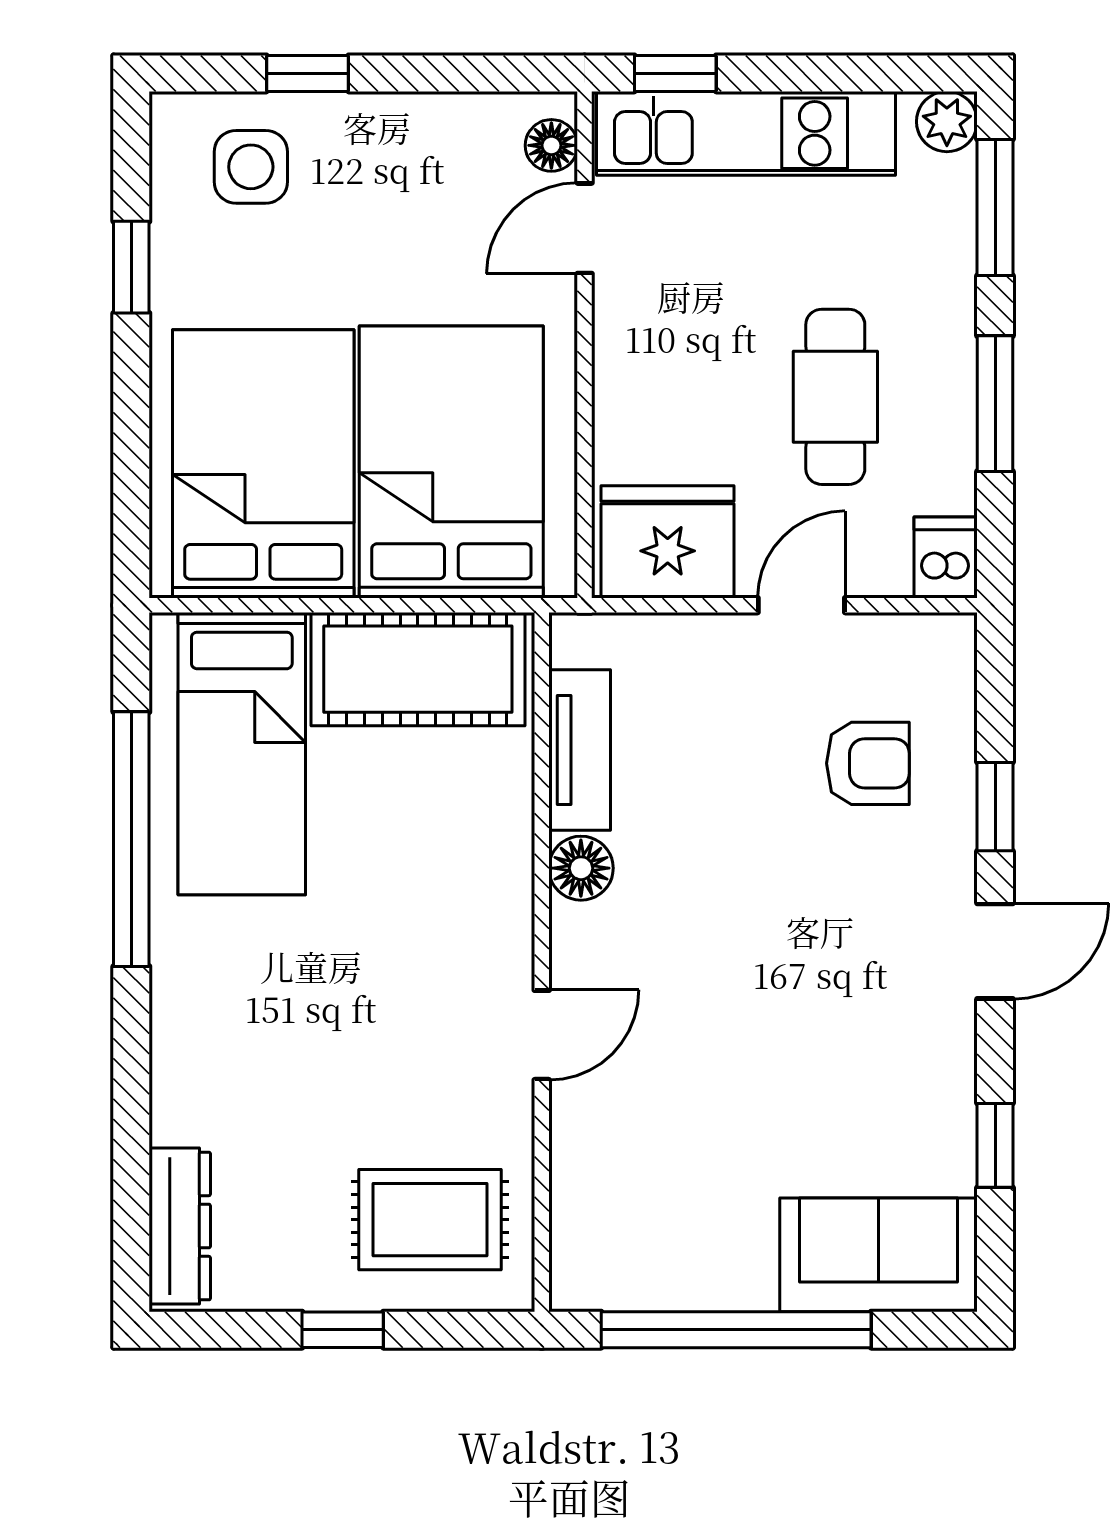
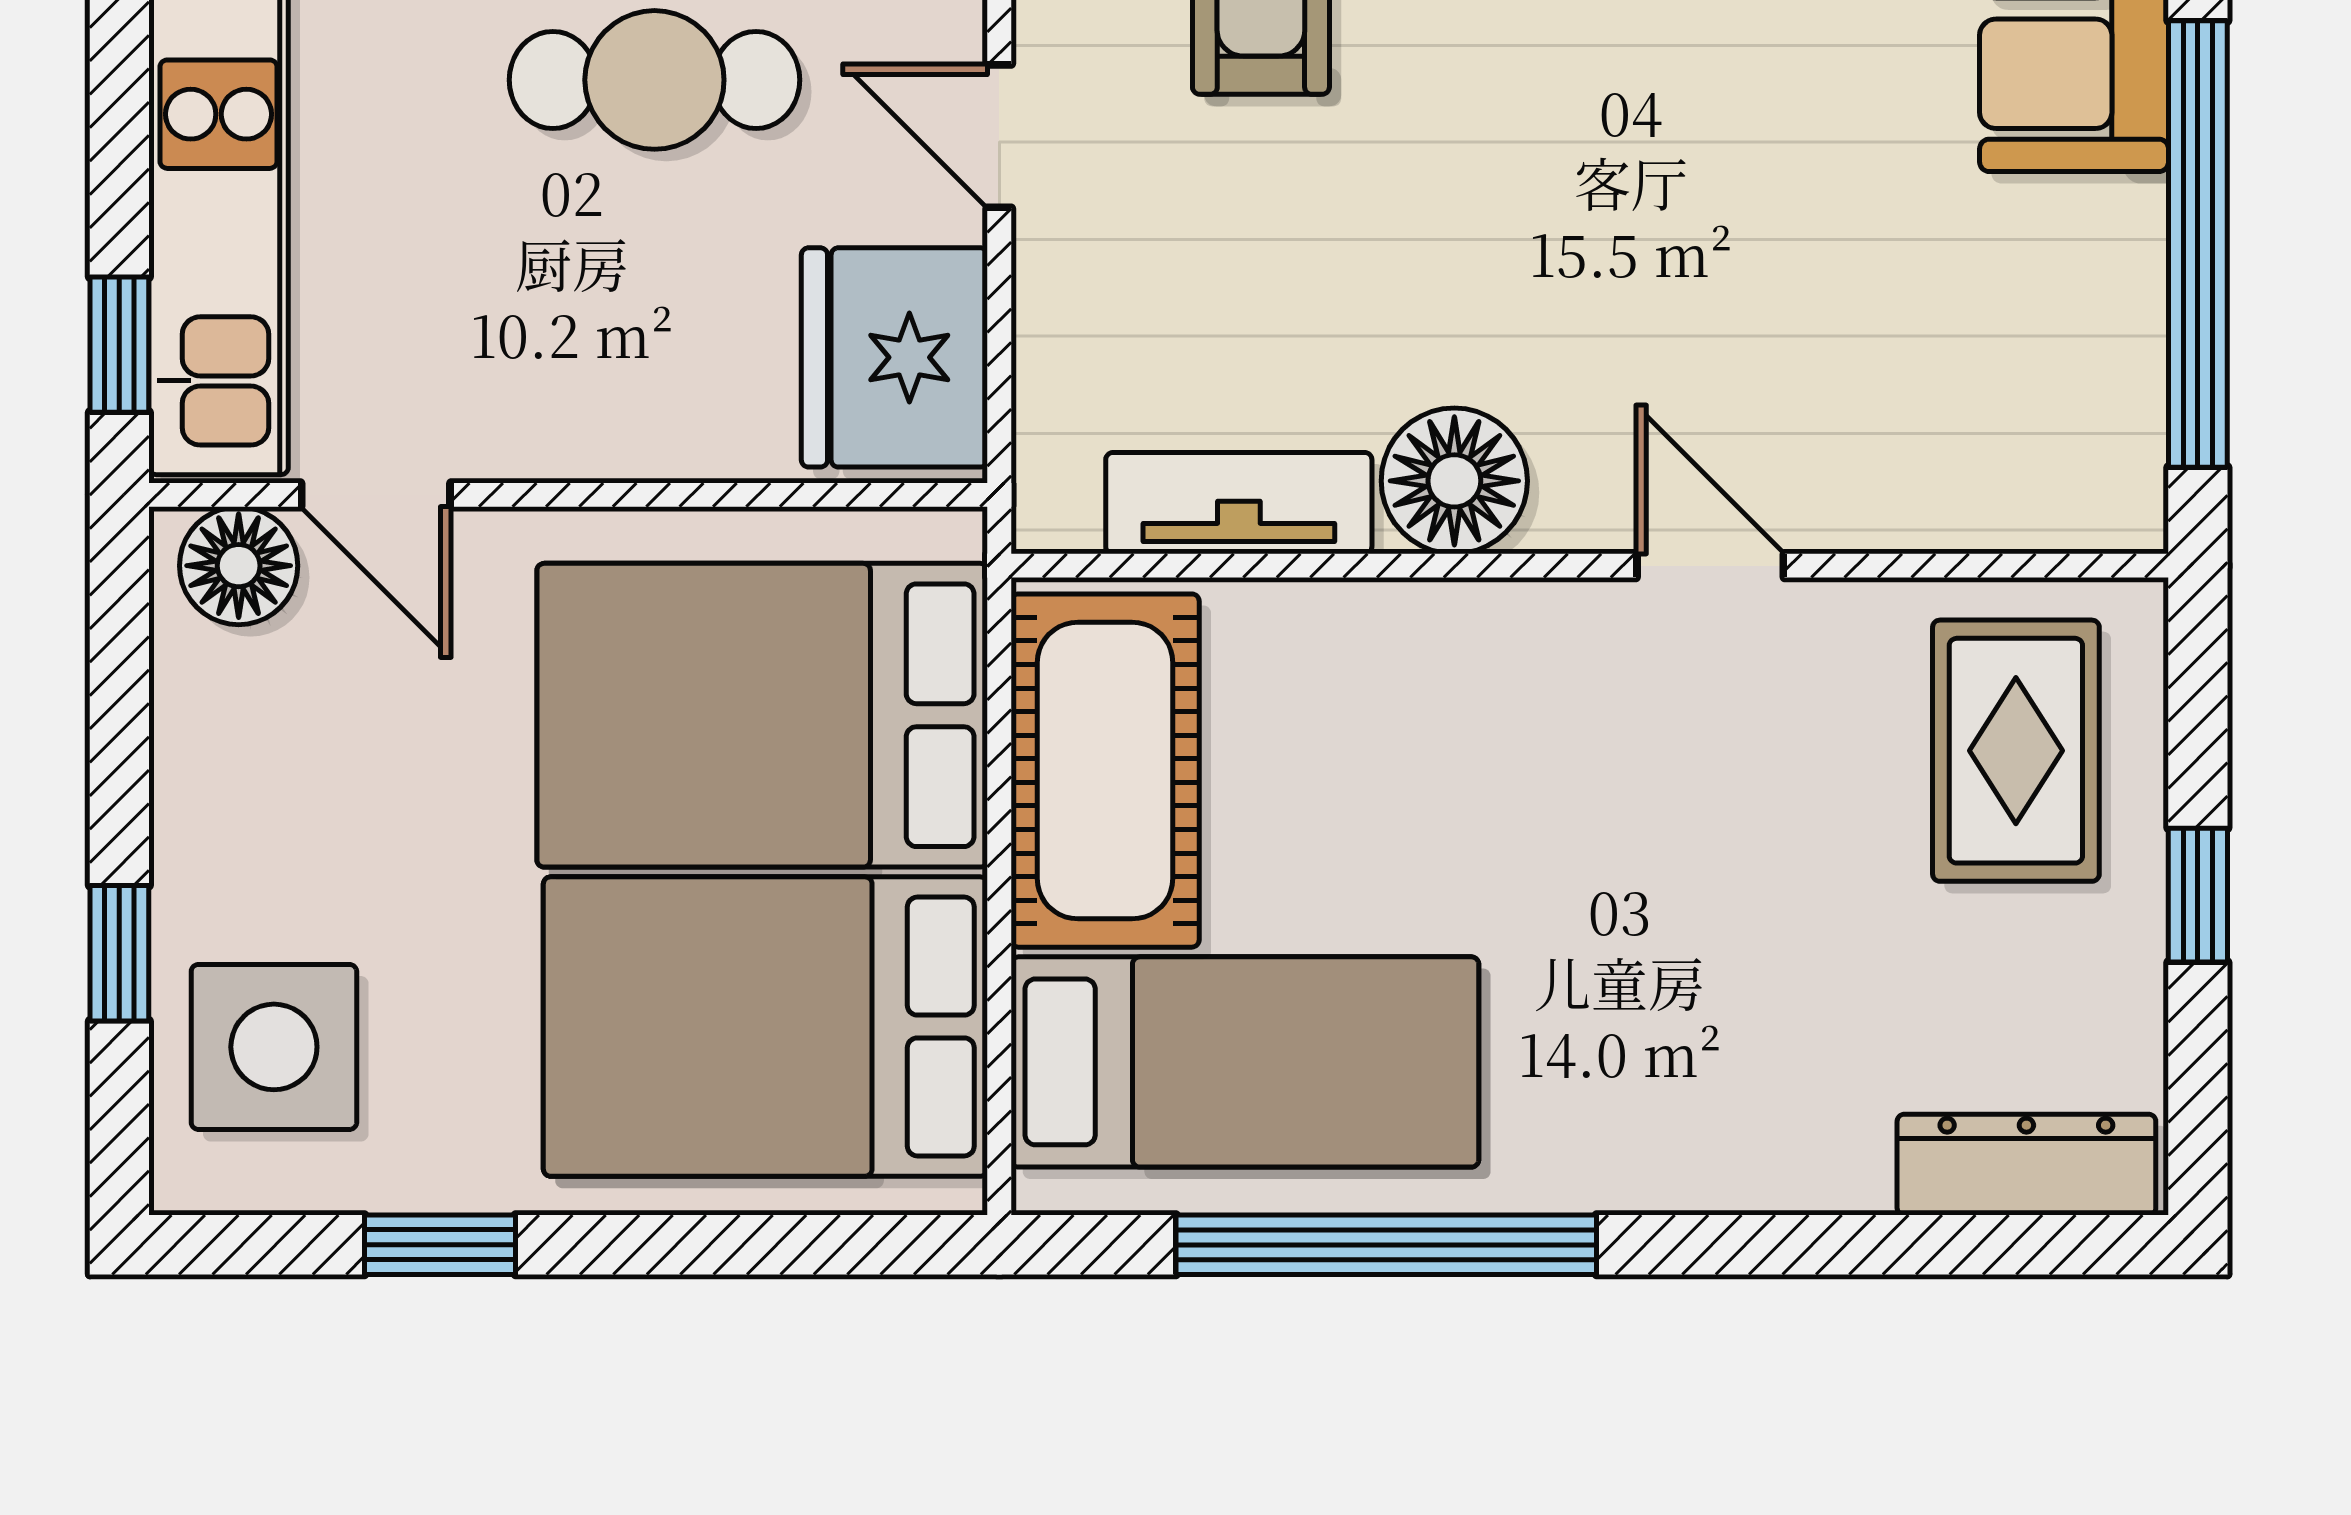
floor lamp: (551, 145) -> (239, 566), width x1.37, depth x1.37
side table: (251, 167) -> (274, 1047), width x1.37, depth x1.37
floor lamp: (581, 868) -> (1454, 481), width x1.38, depth x1.38

